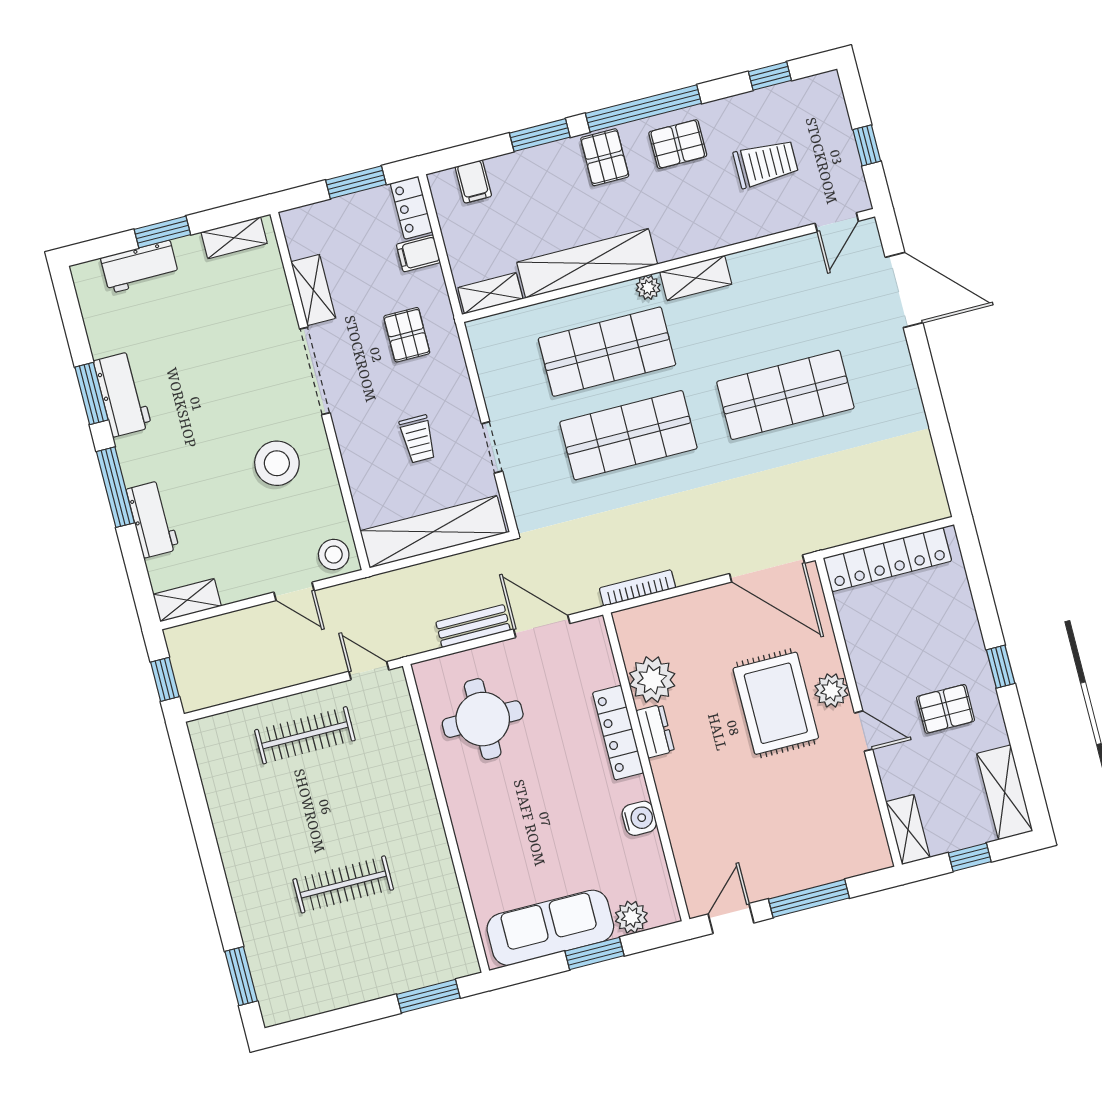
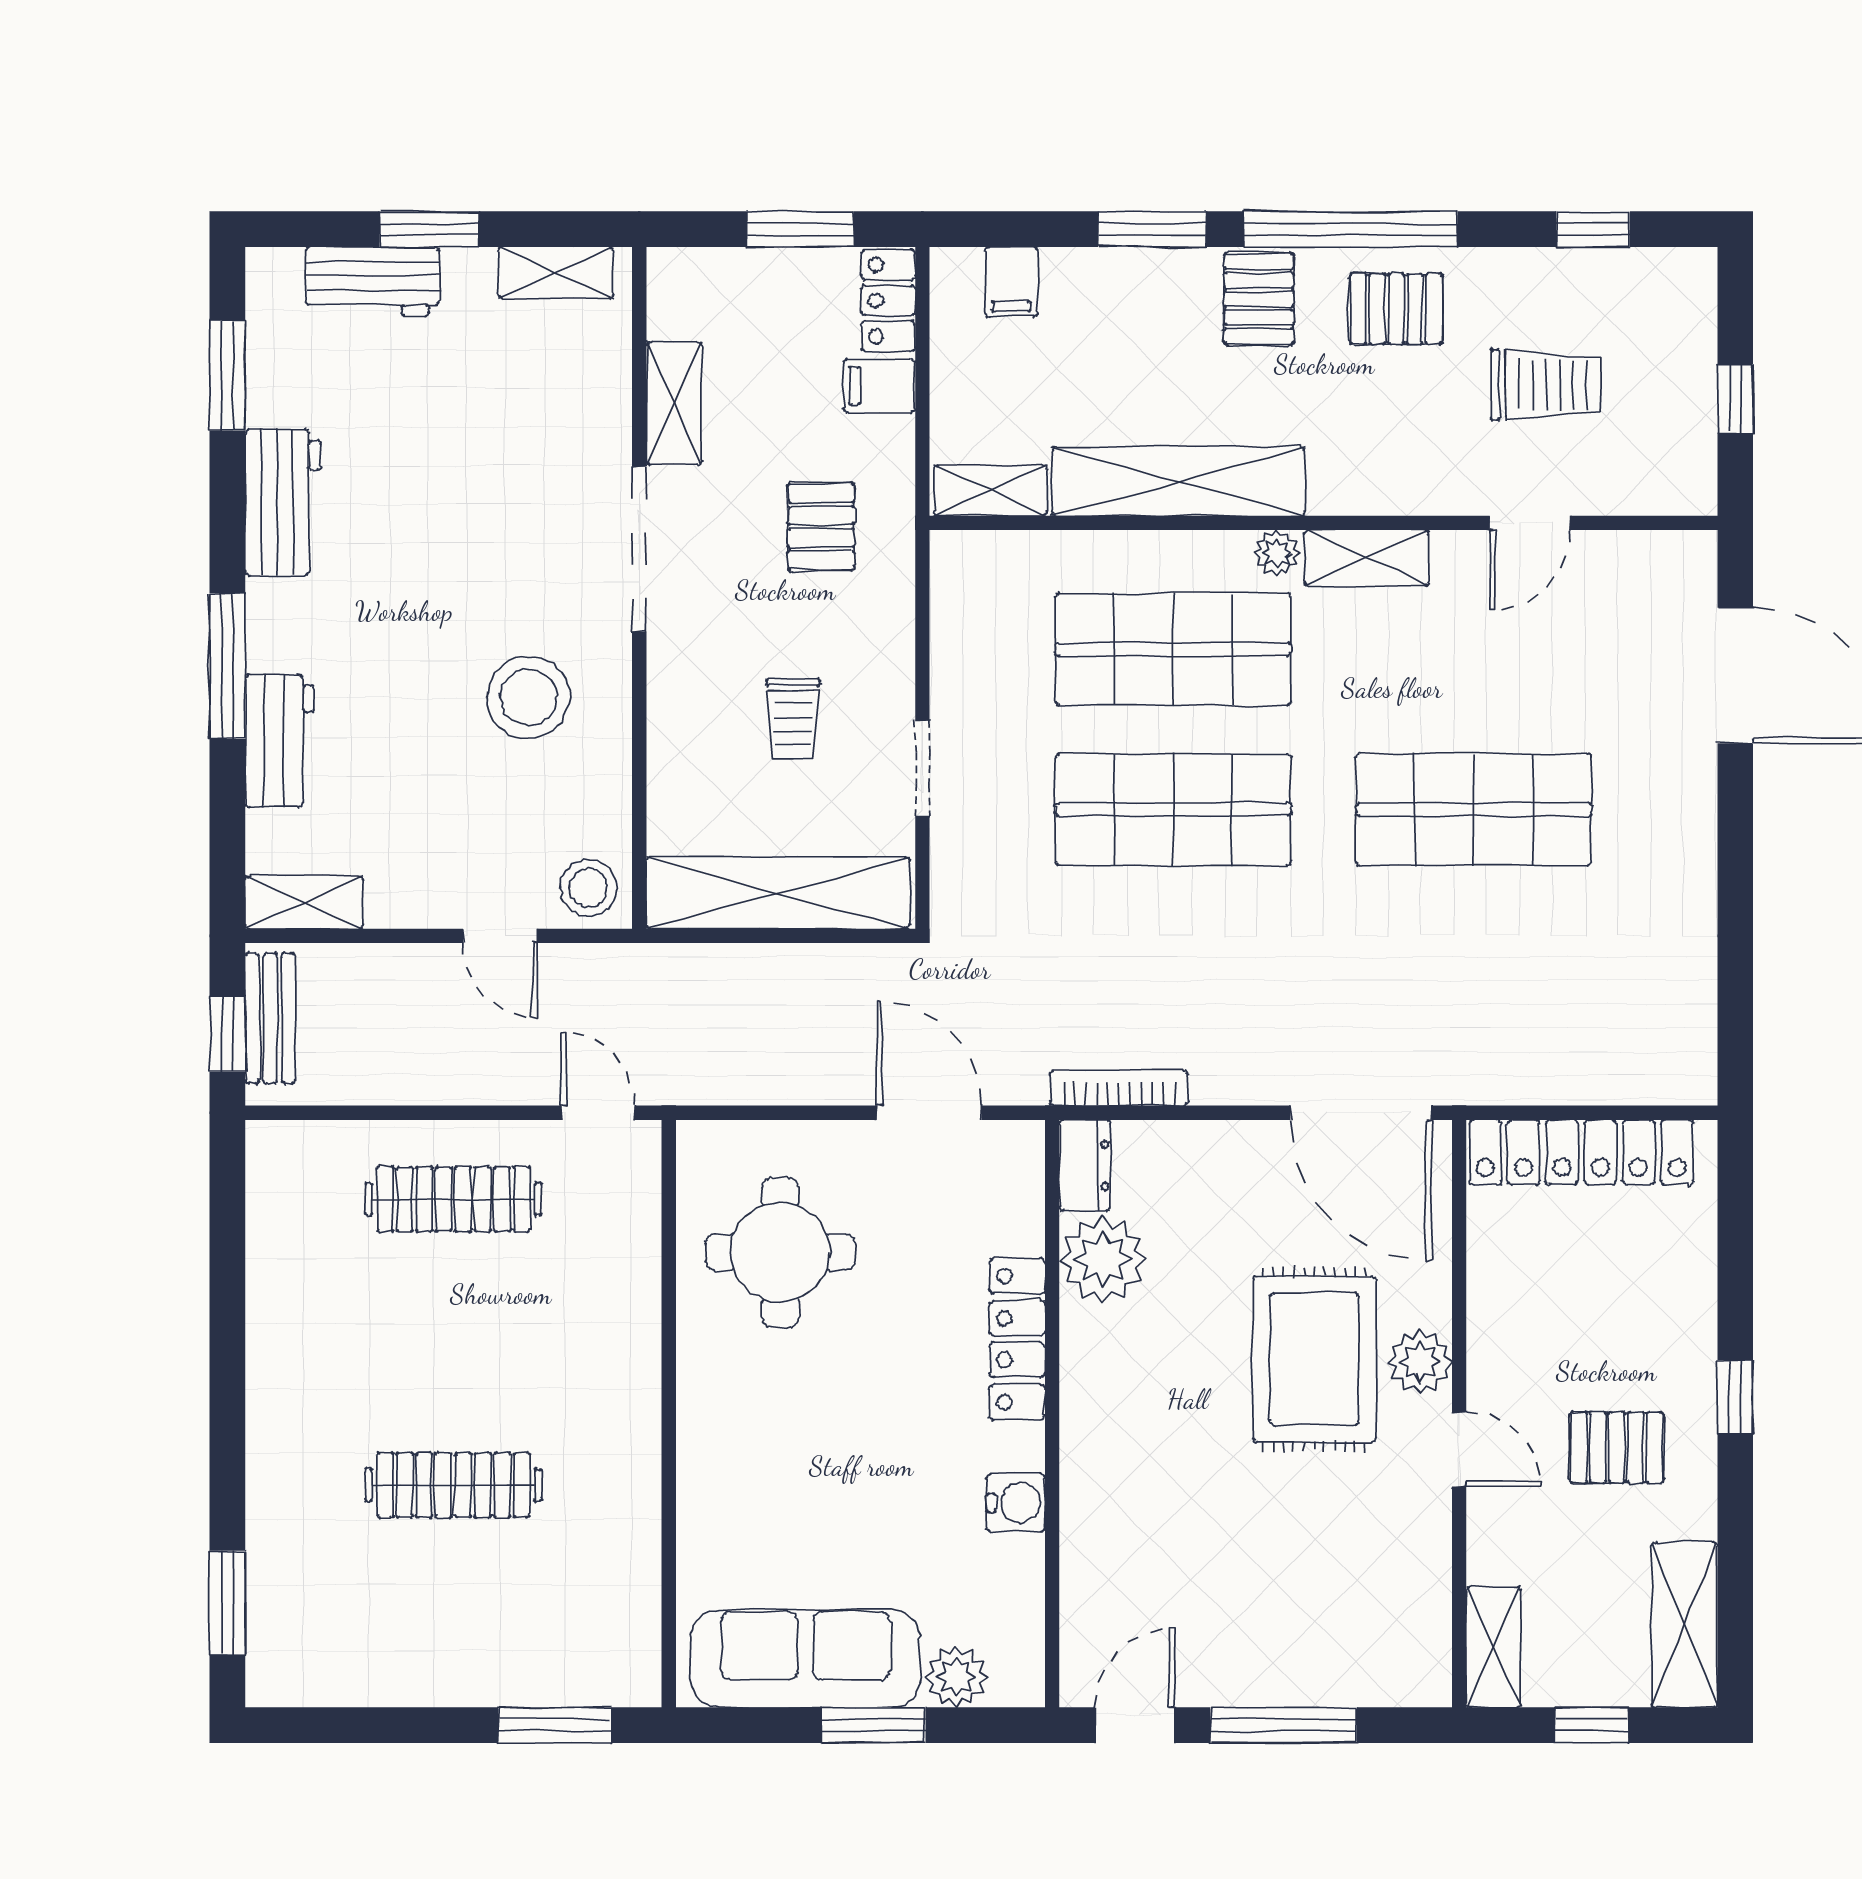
door: (837, 222) -> (1530, 523), moved
window: (91, 394) -> (227, 375), moved
bench: (473, 626) -> (270, 1018), moved, turned 90
dresser: (655, 731) -> (1085, 1165), moved

